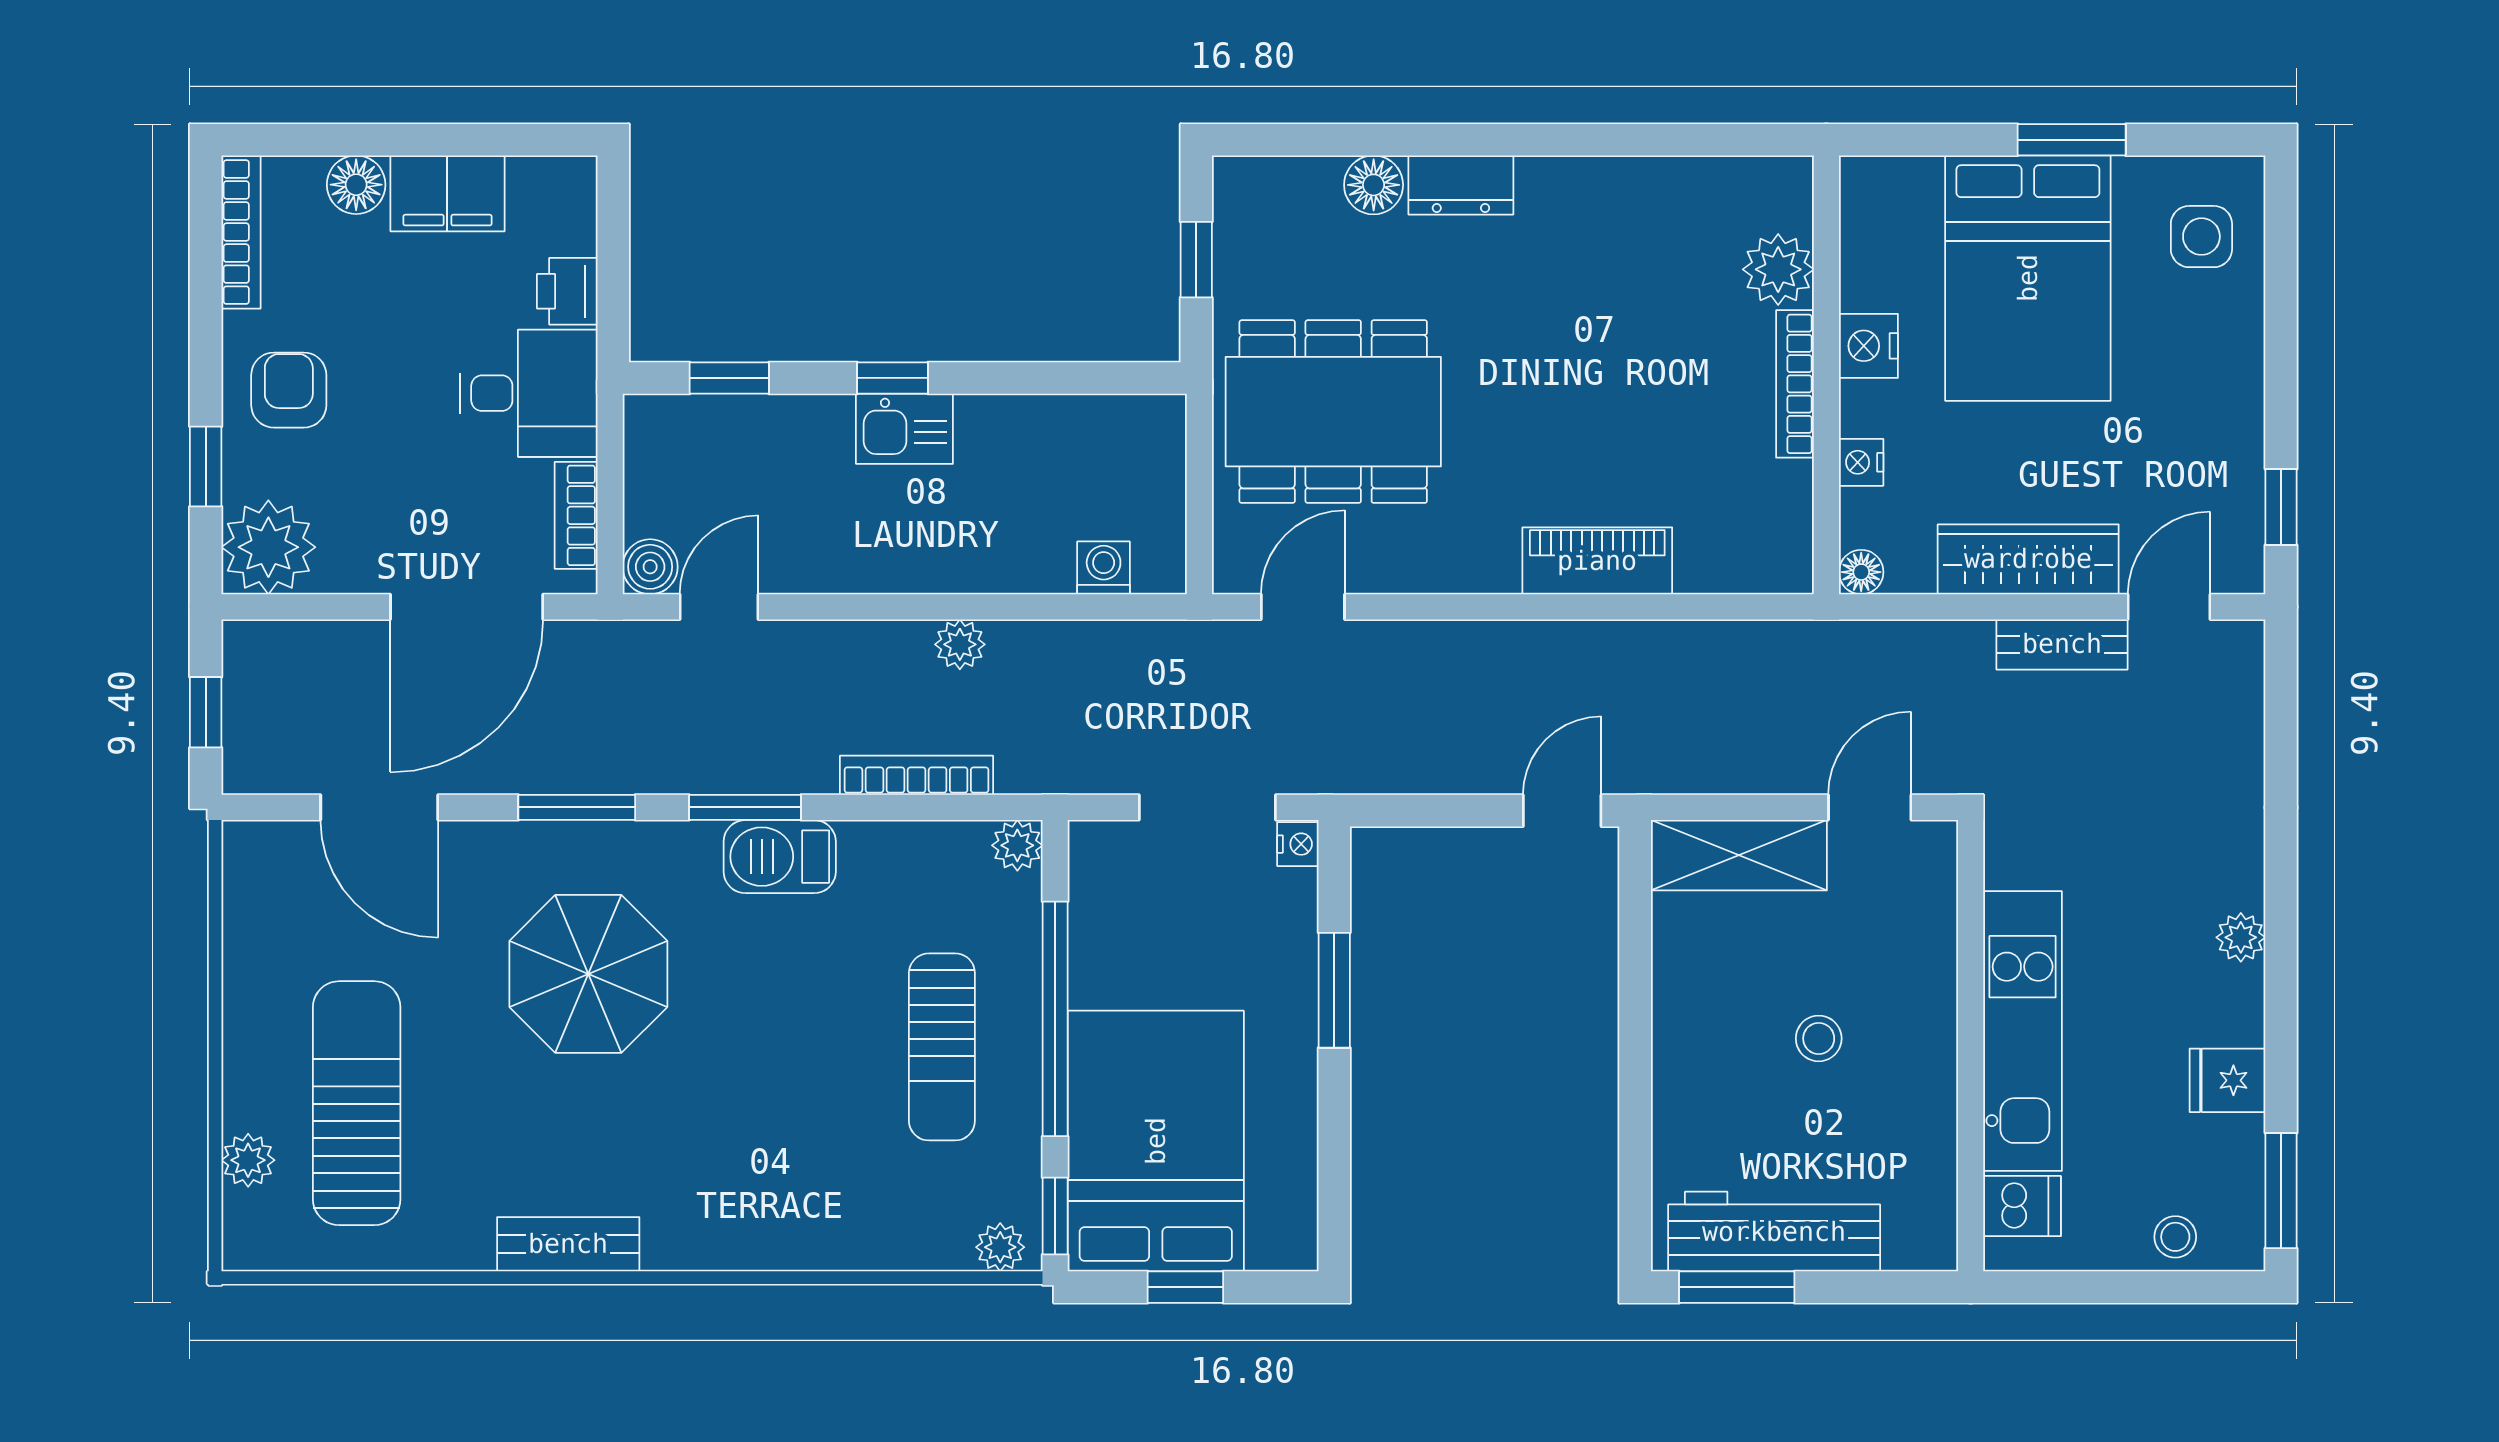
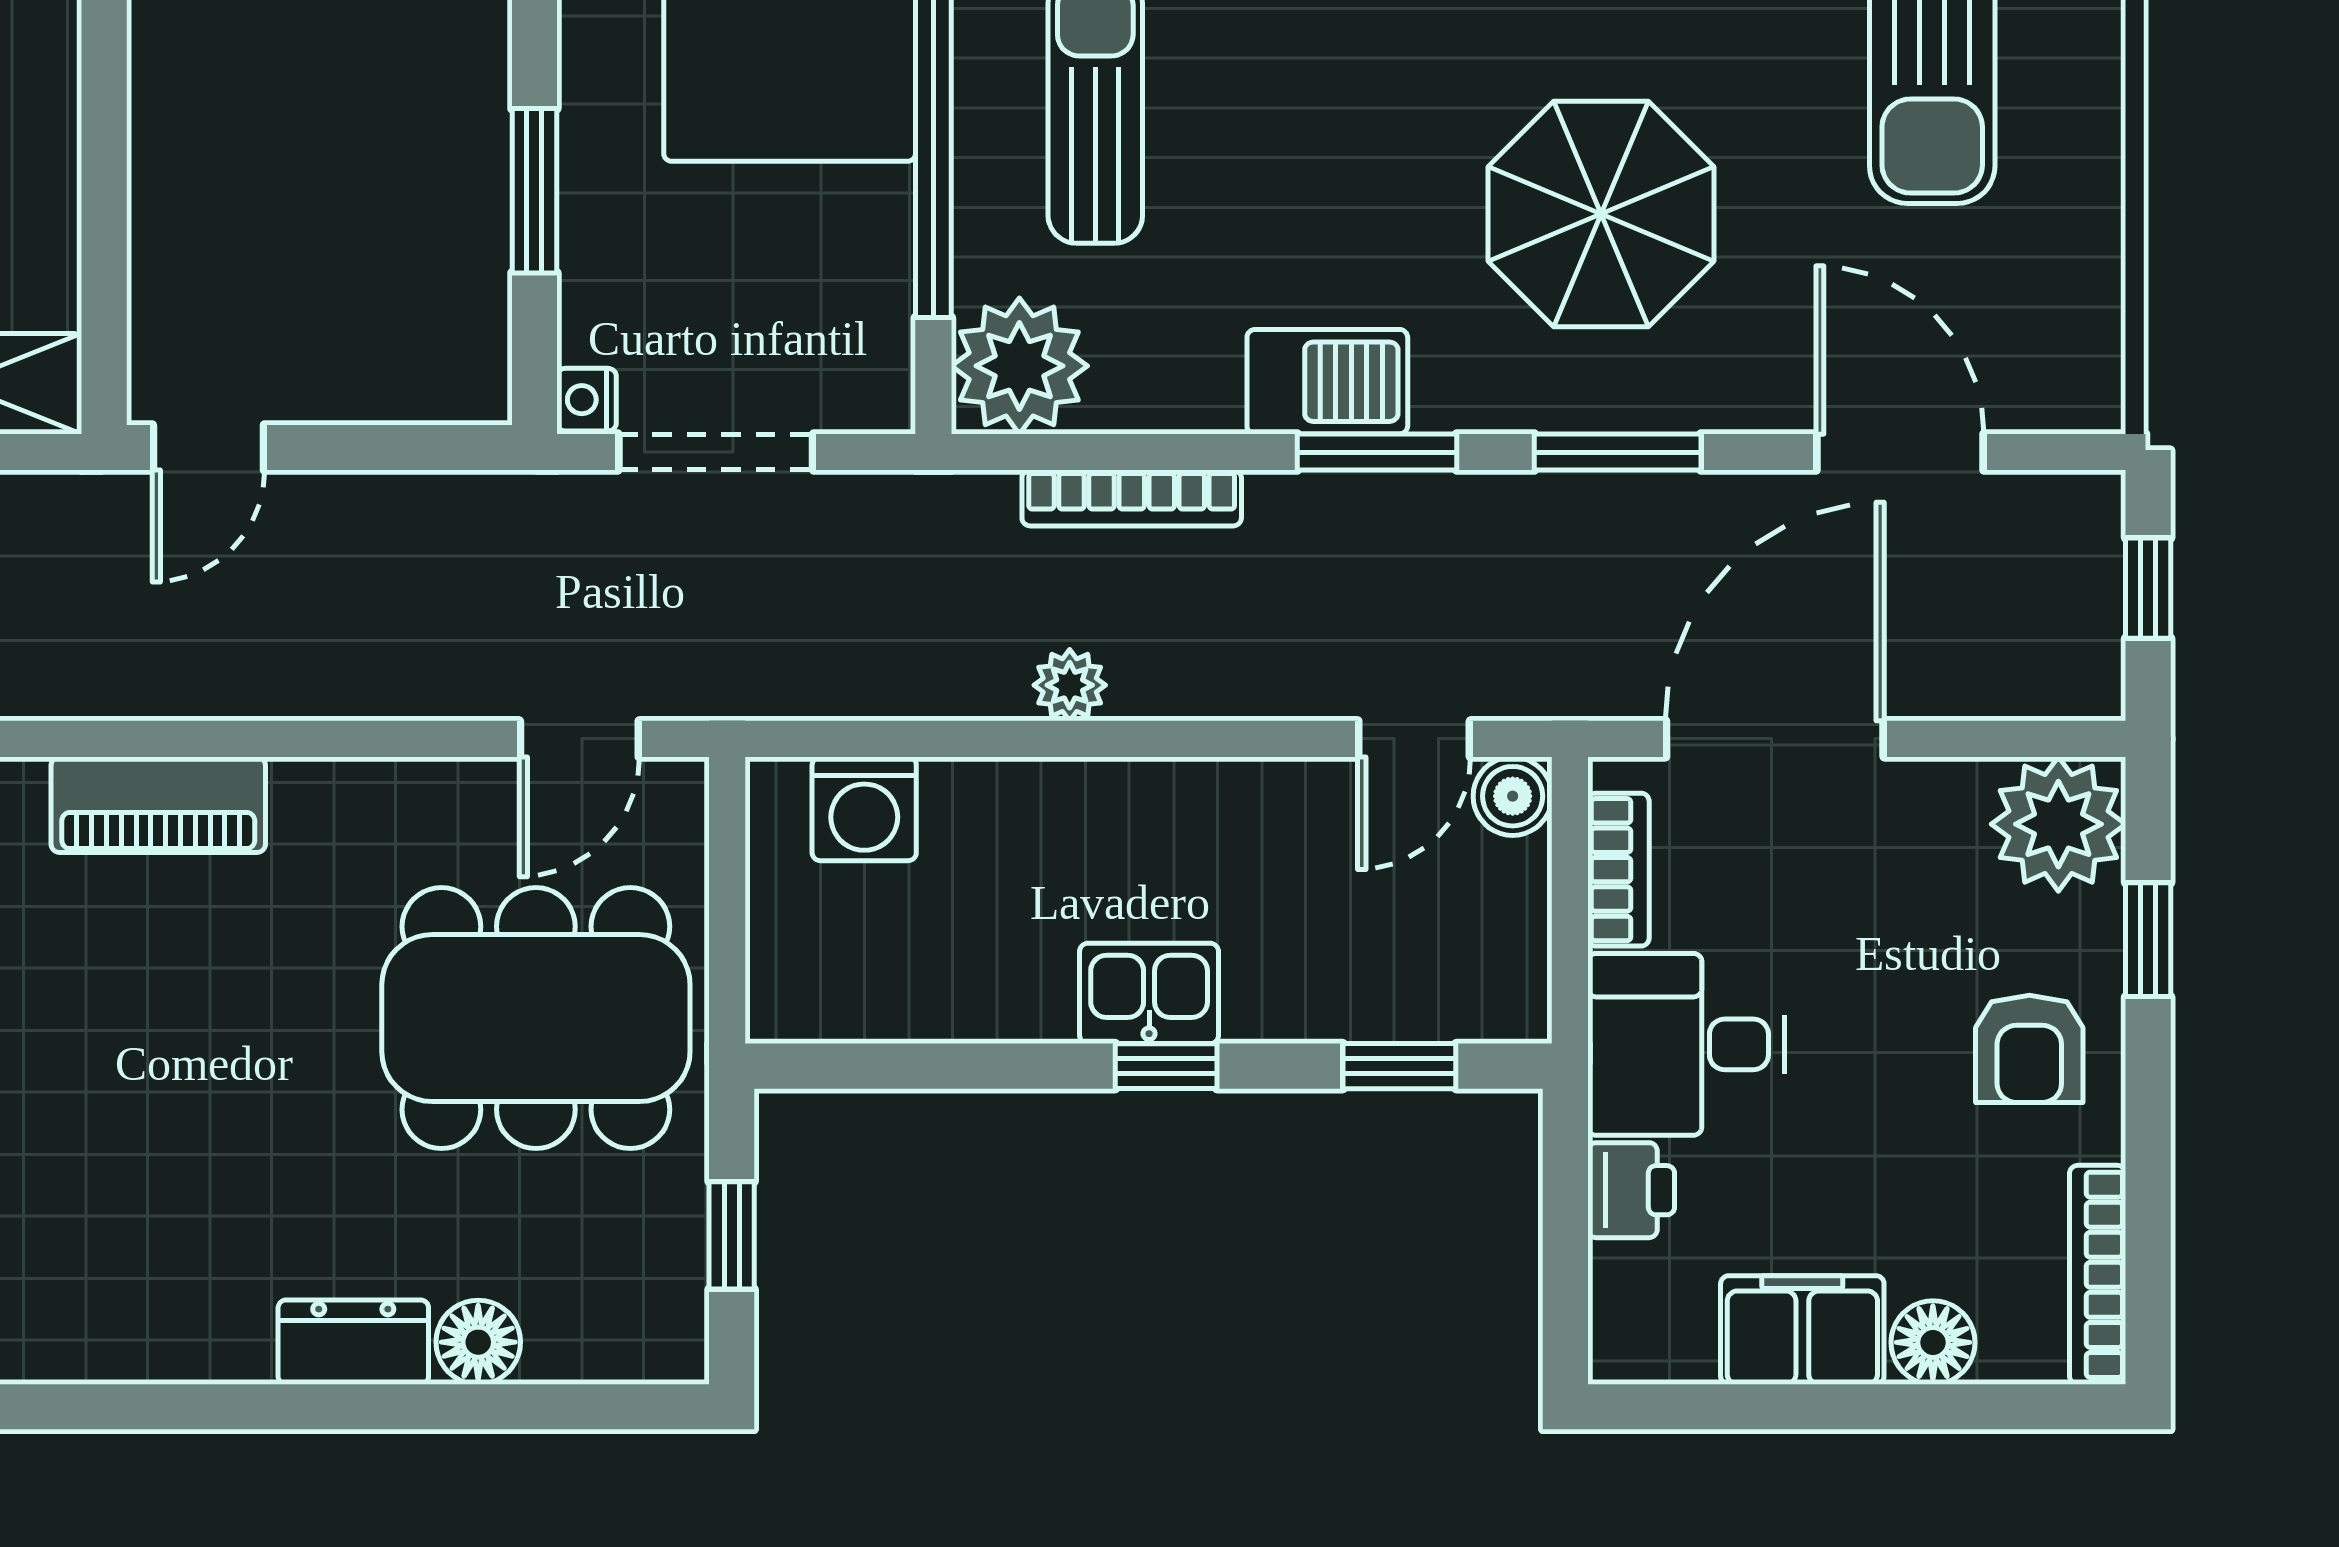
washing machine: (1104, 568) -> (864, 809), width x1.38, depth x1.38
plant: (1017, 845) -> (1019, 366), width x1.88, depth x1.88

